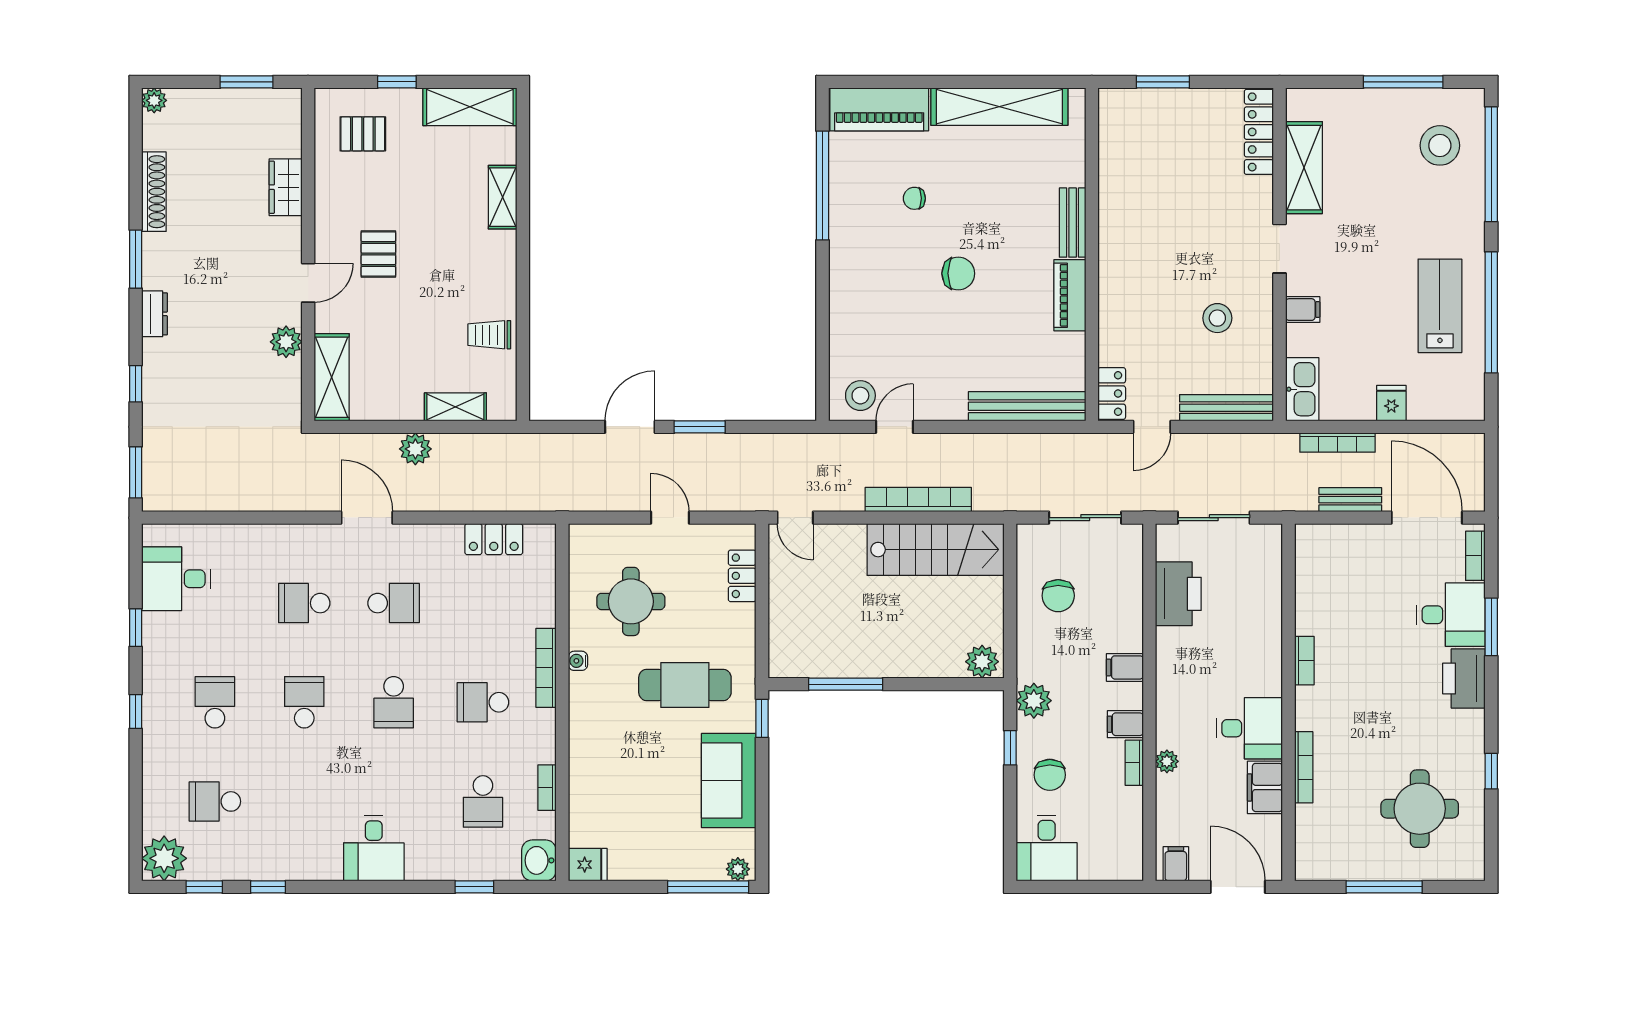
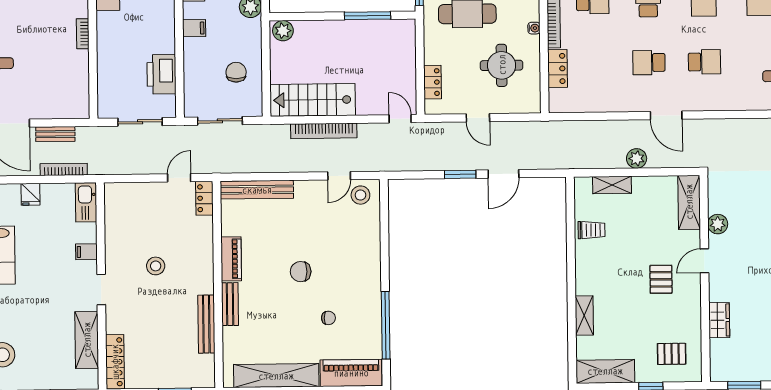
stool: (1217, 318) -> (156, 266), moved
bench: (1226, 408) -> (206, 324), moved, turned 90
locker: (494, 539) -> (558, 69), moved, turned 90

